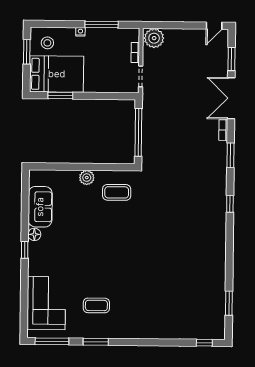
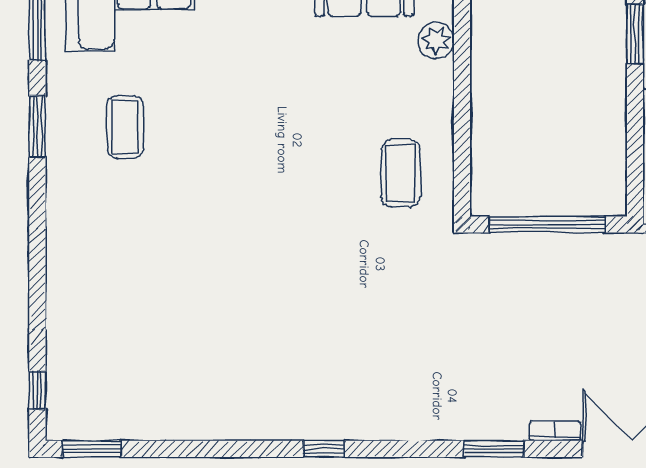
plant: (87, 178) -> (436, 40), moved
window: (230, 204) -> (324, 449), moved
window: (229, 303) -> (92, 449), moved

